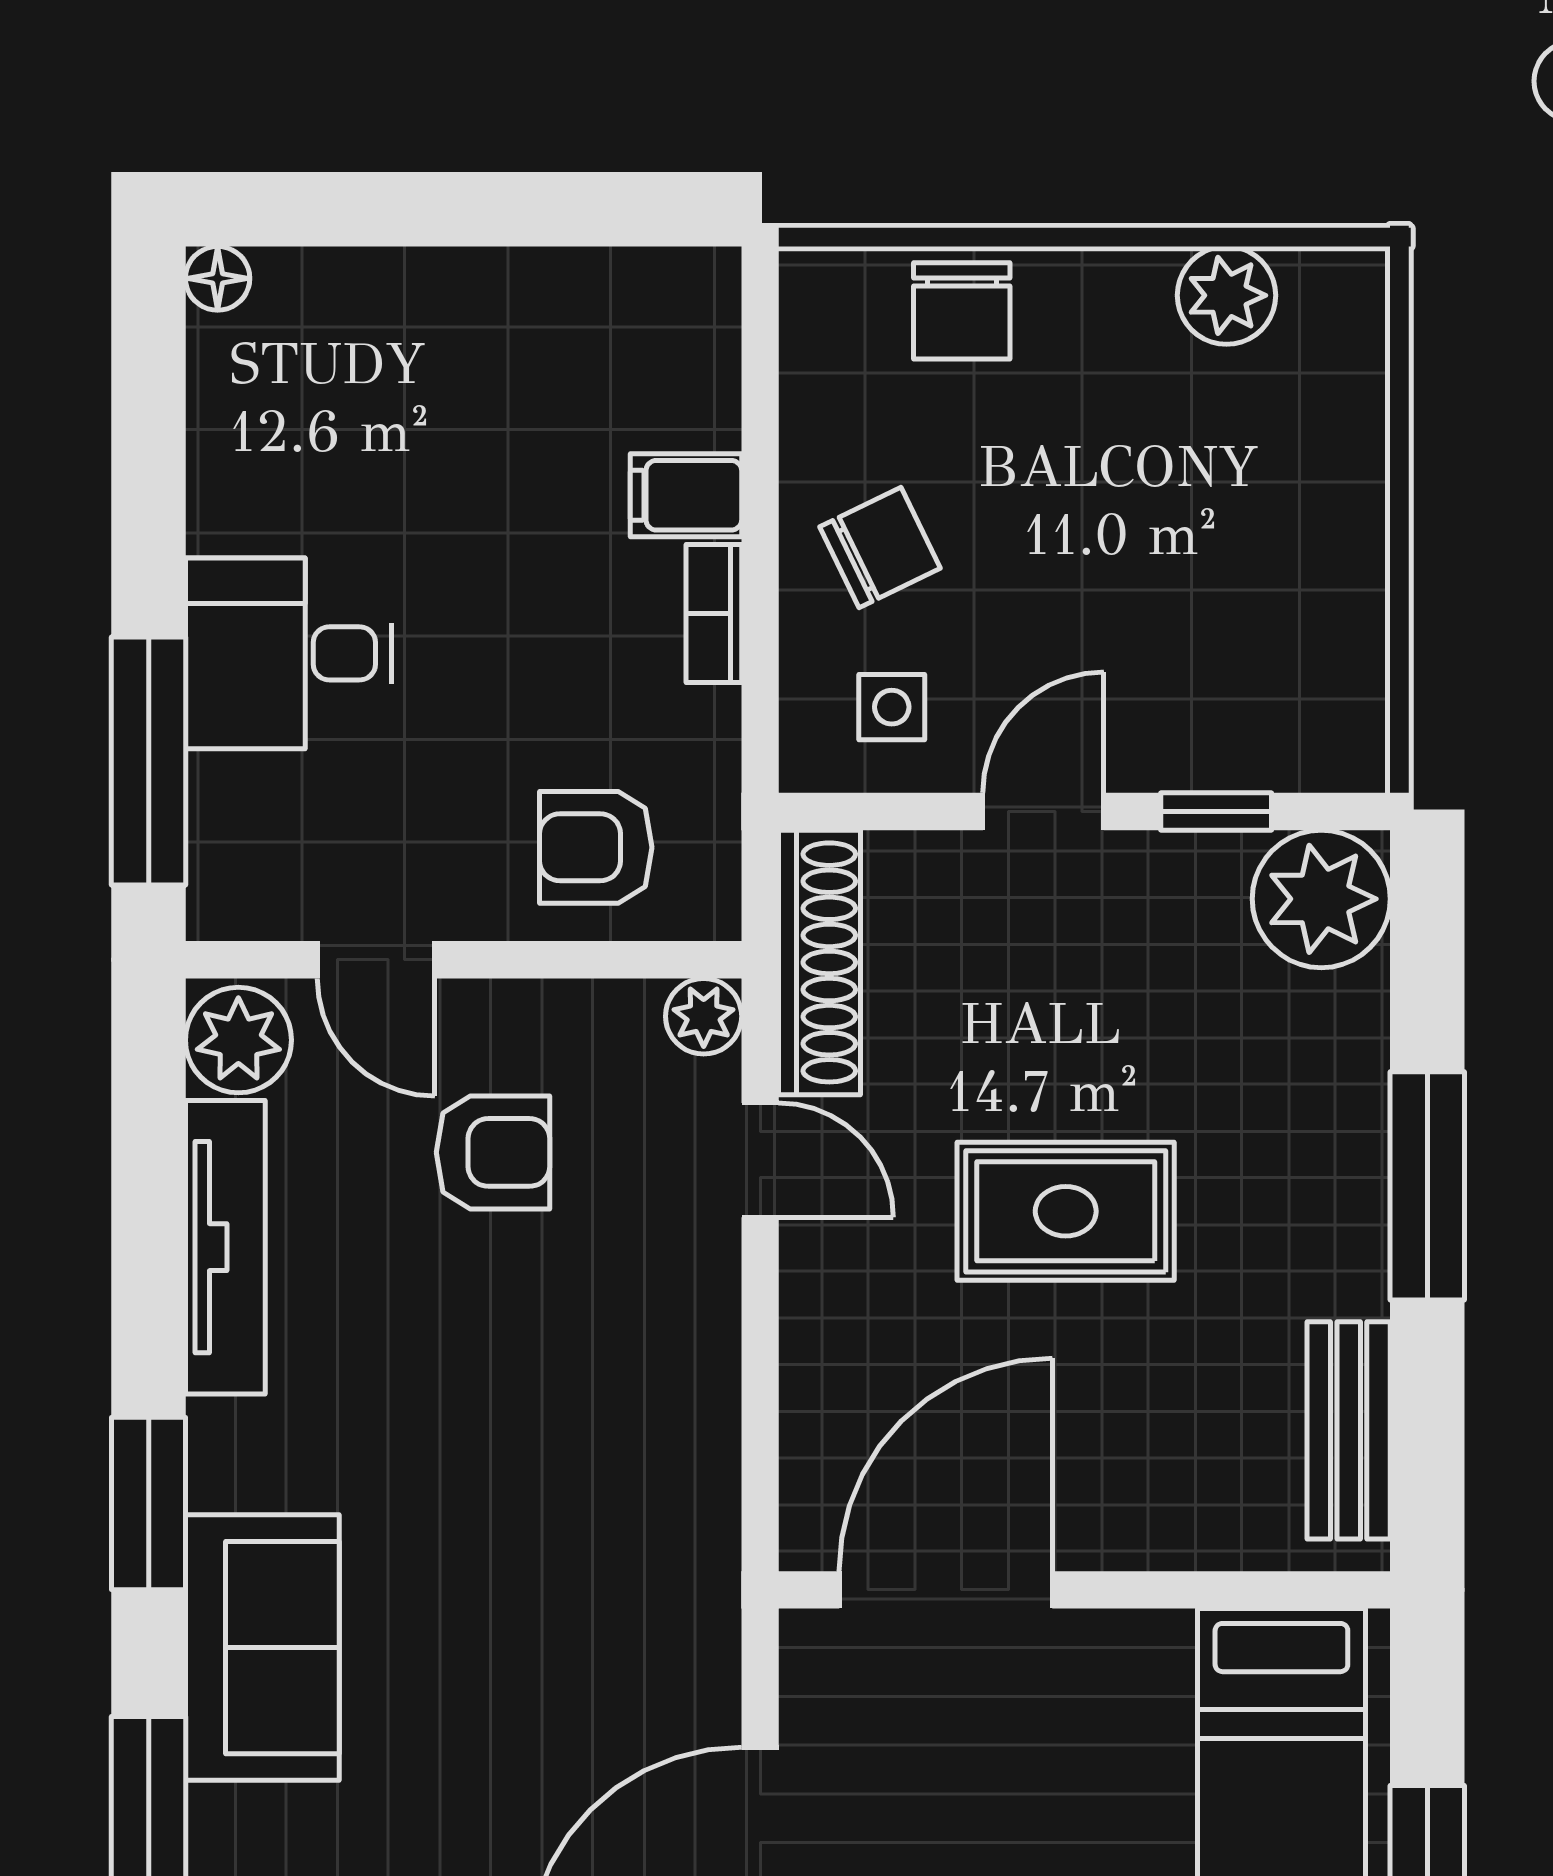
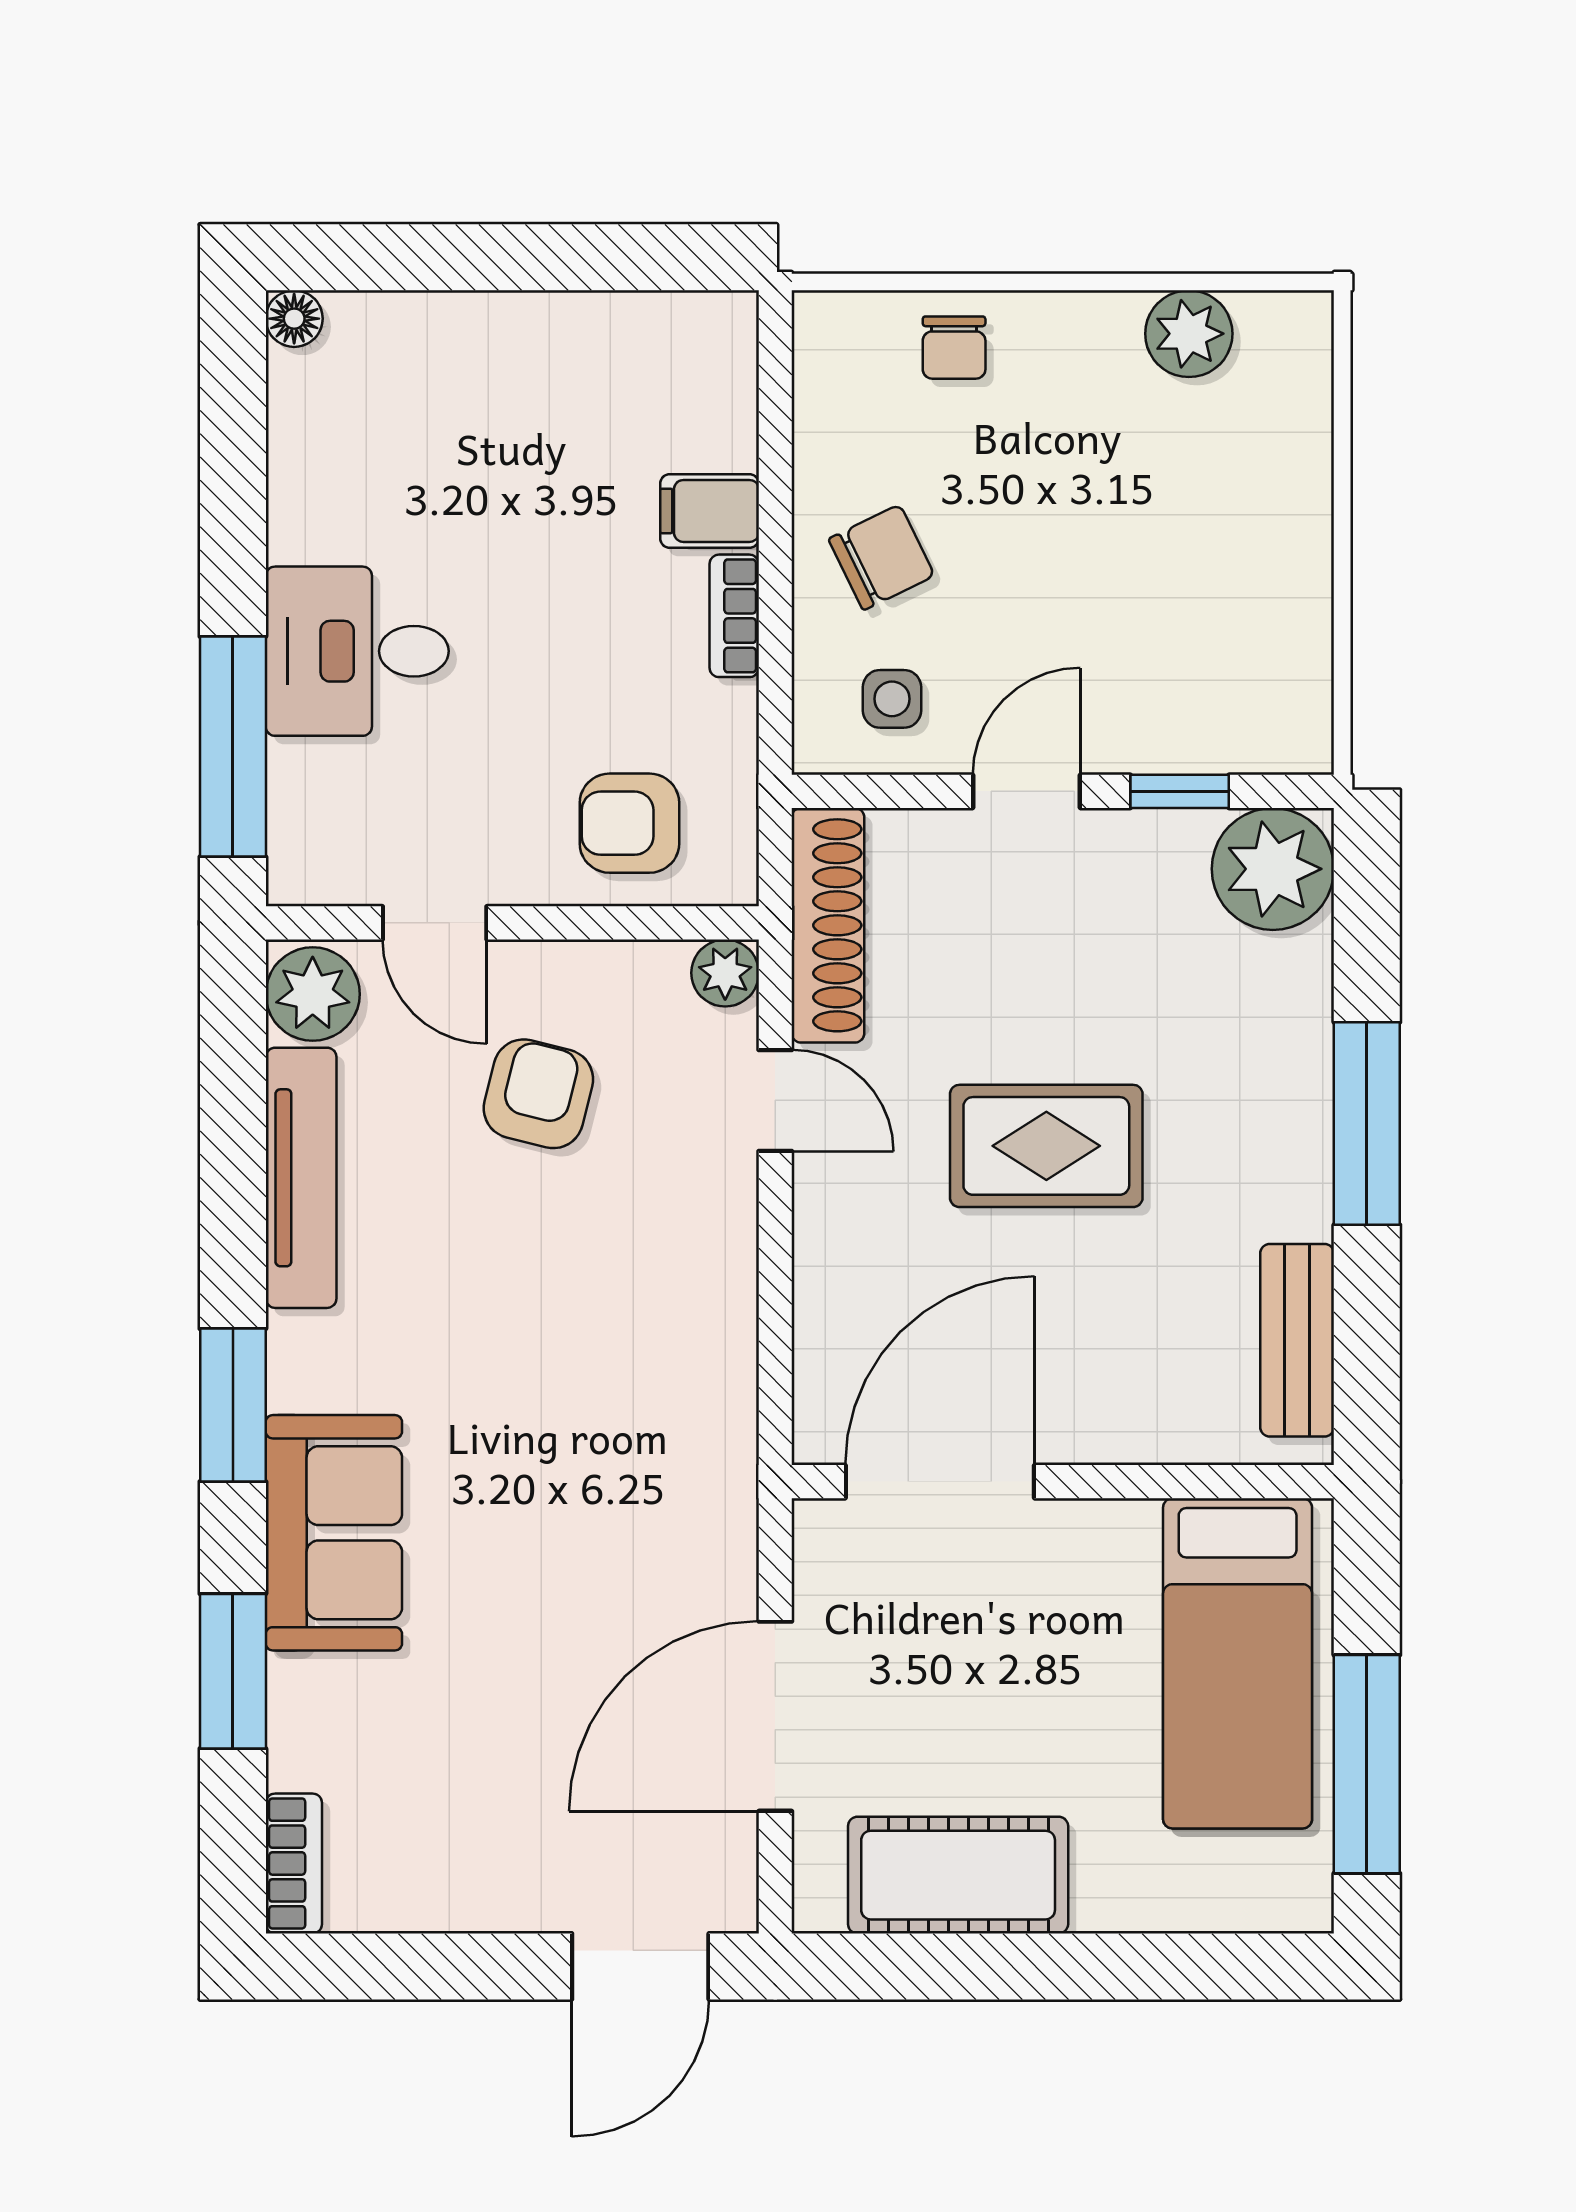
chair: (962, 311) -> (954, 348), width x0.73, depth x0.73
armchair: (493, 1152) -> (538, 1094), turned -76

